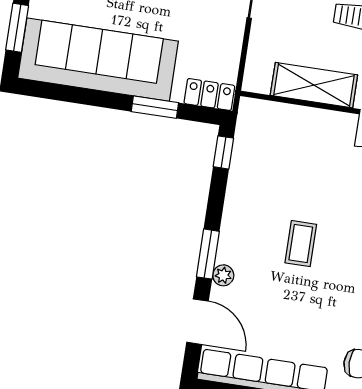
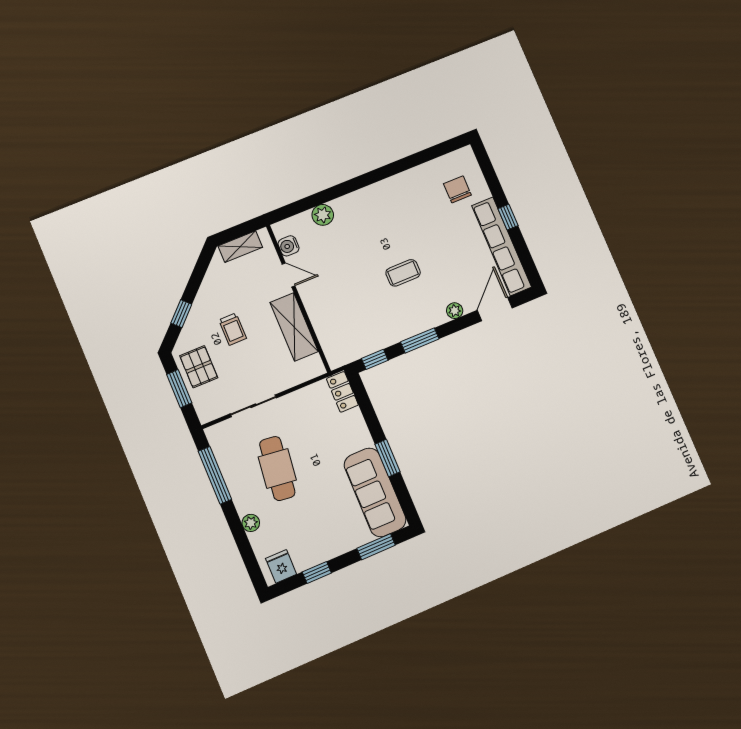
sofa: (98, 60) -> (375, 492), width x0.74, depth x0.79
window: (155, 107) -> (387, 458), moved
window: (208, 254) -> (420, 340), moved

